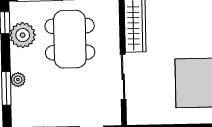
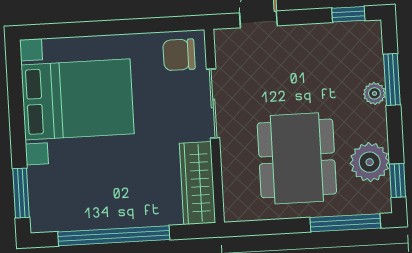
chair: (144, 109) -> (179, 55), added

